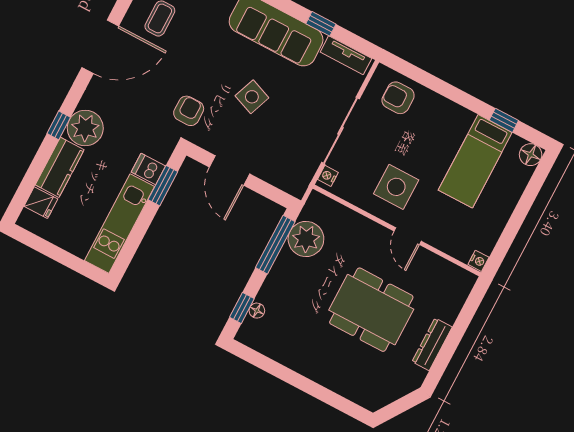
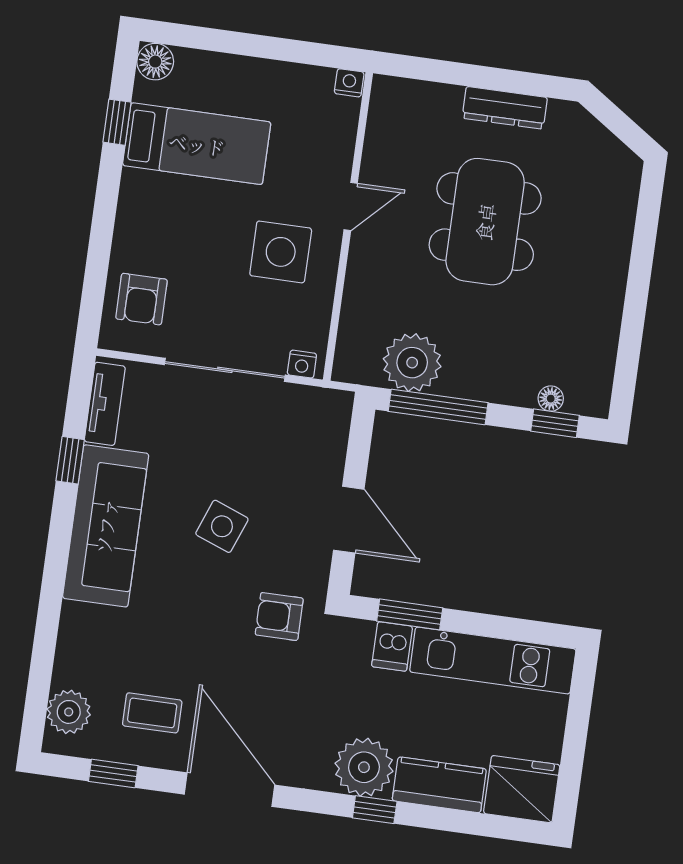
door: (229, 170) -> (349, 520), hinge flipped
fridge: (41, 203) -> (522, 789), width x1.88, depth x1.34

